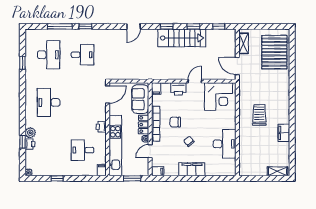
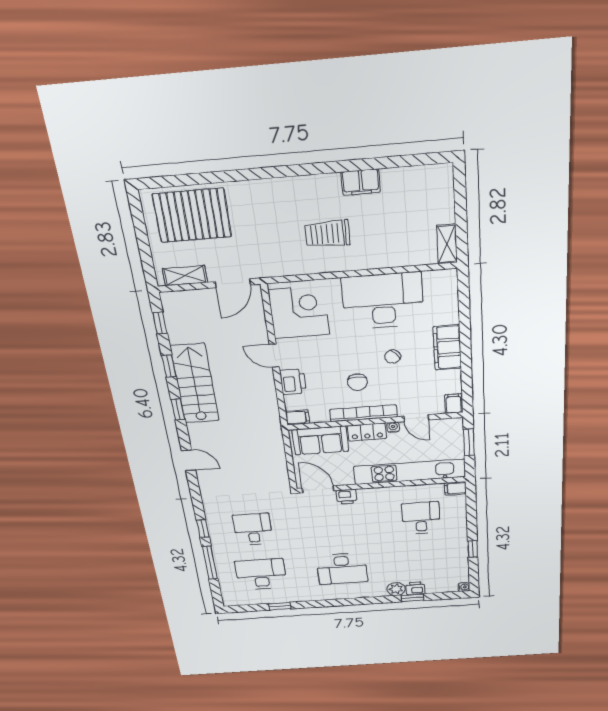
printer: (101, 127) -> (347, 497), moved
desk: (225, 144) -> (383, 301), width x1.36, depth x1.30
desk: (83, 150) -> (421, 518), turned 180
shelving: (278, 171) -> (447, 244), moved

